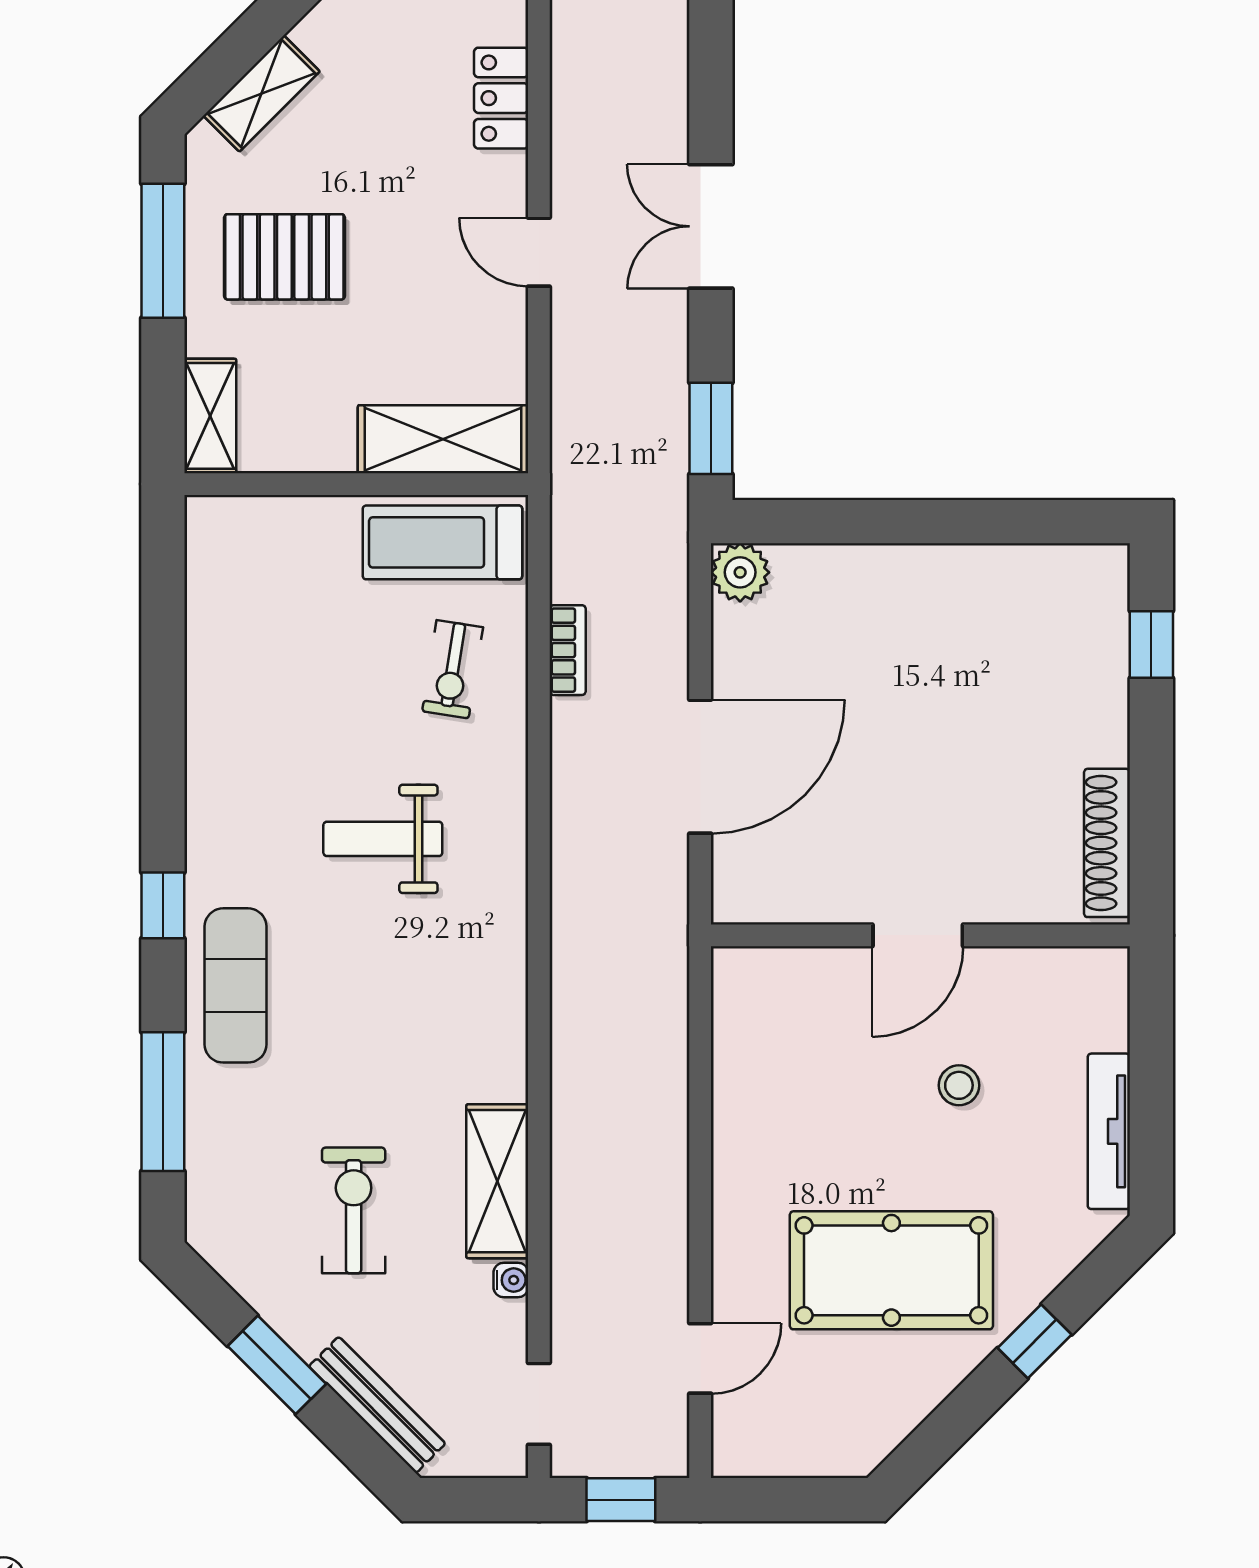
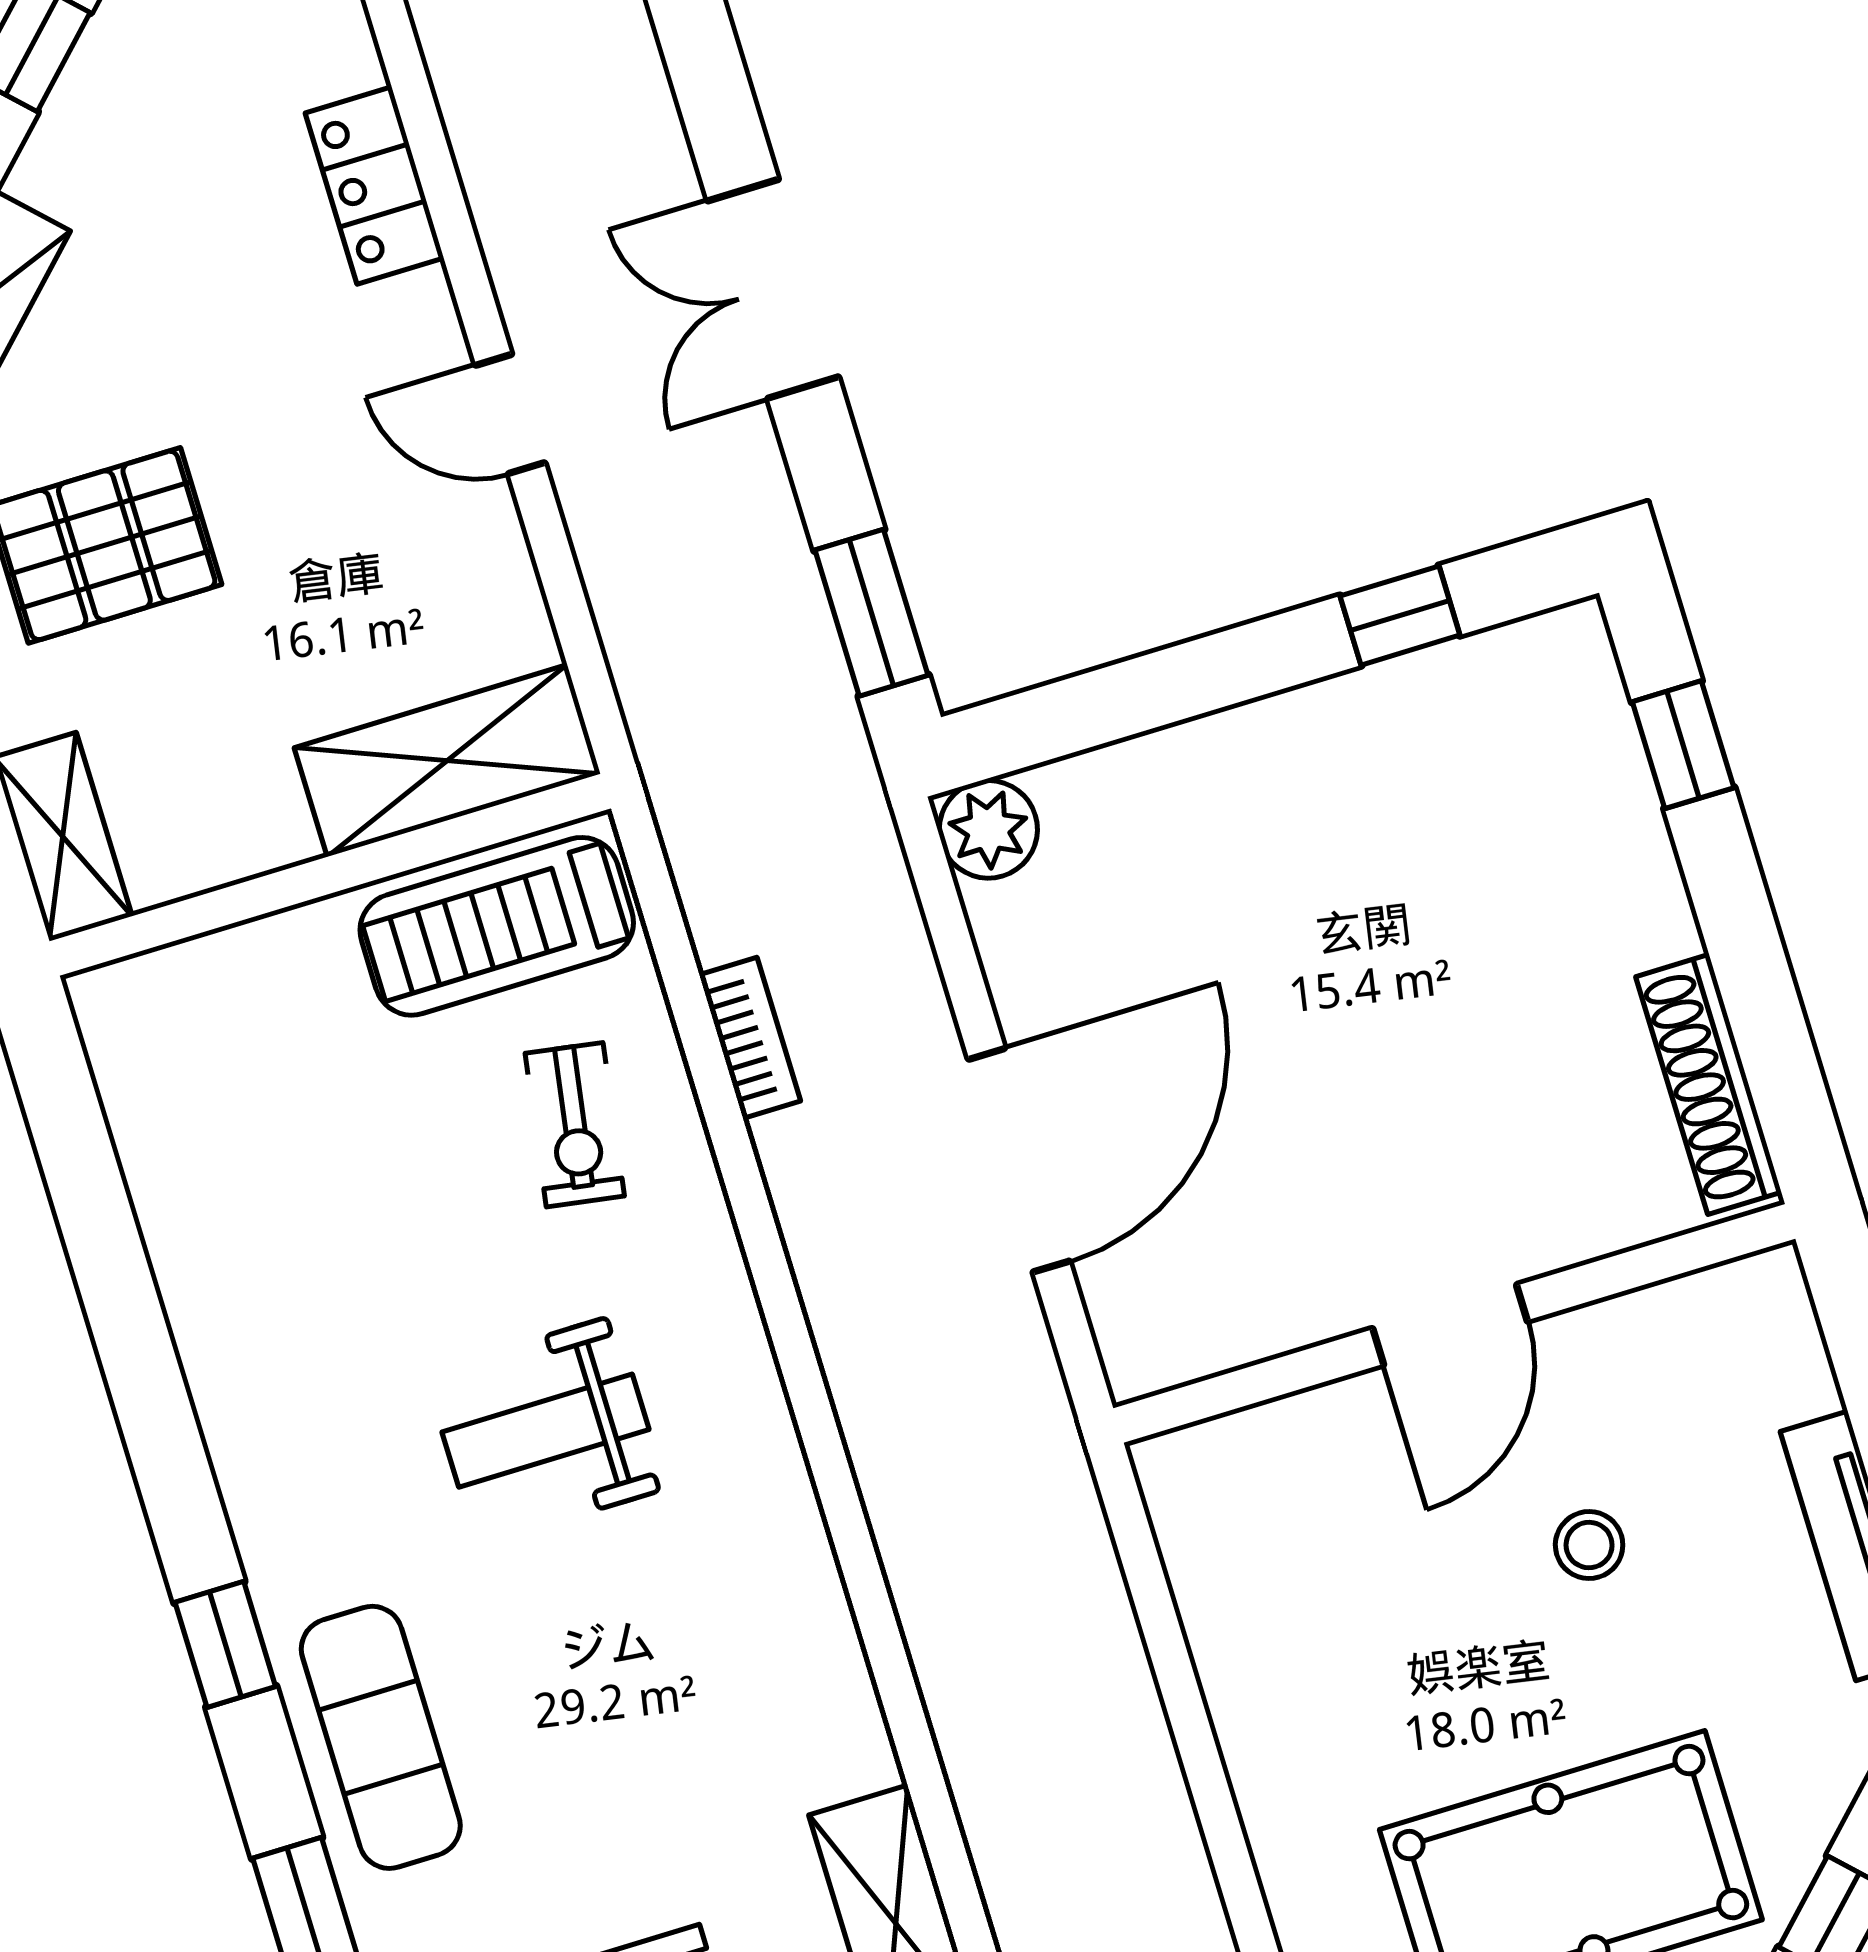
window: (1012, 522) -> (1400, 616), added

